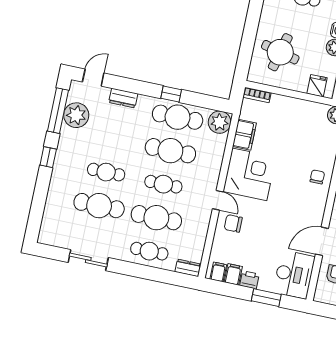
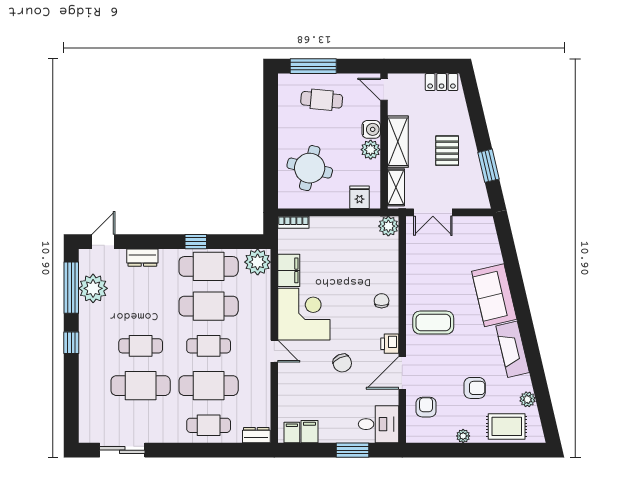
chair: (233, 223) -> (342, 363), moved, turned -115
sliding door: (88, 260) -> (122, 450), moved
desk: (294, 275) -> (378, 424), width x0.73
printer: (249, 280) -> (390, 344), moved, turned -90

